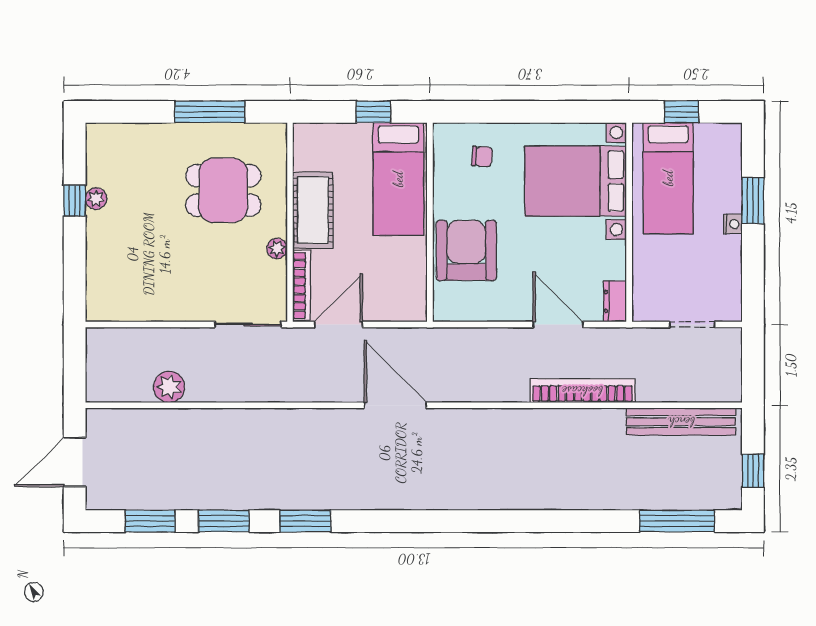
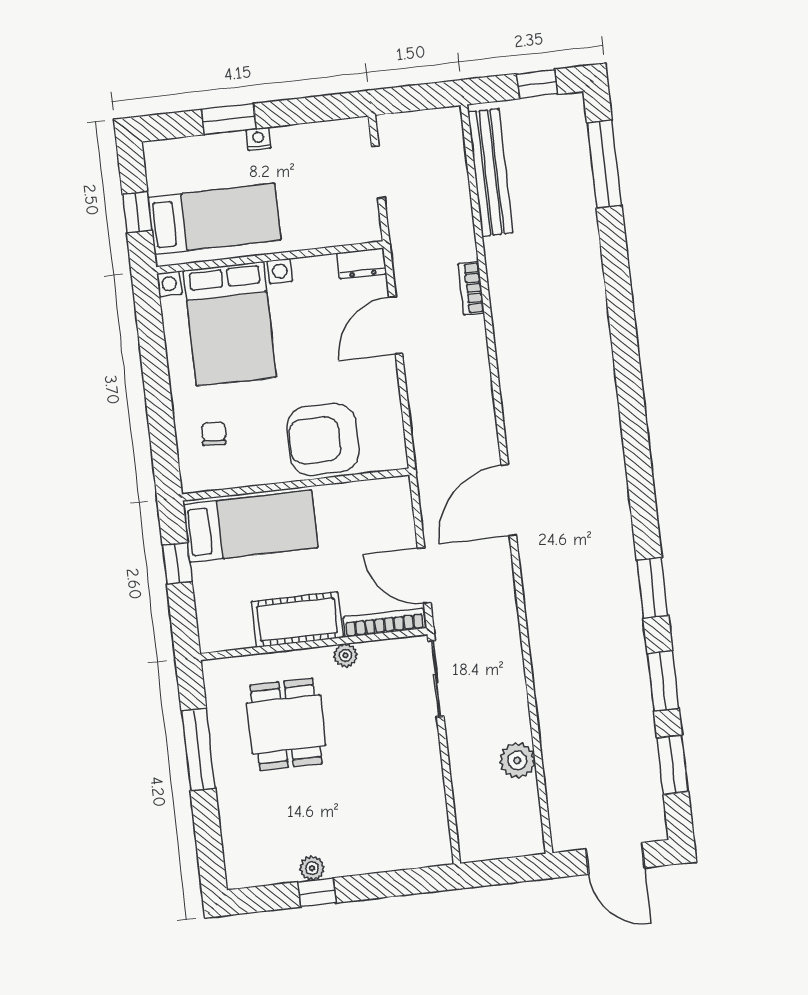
bookcase: (582, 391) -> (471, 288), width x0.43, depth x0.76

